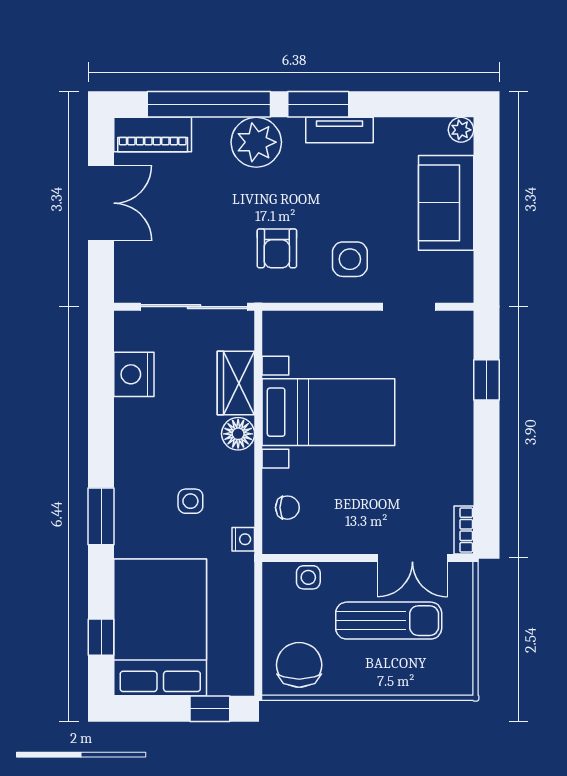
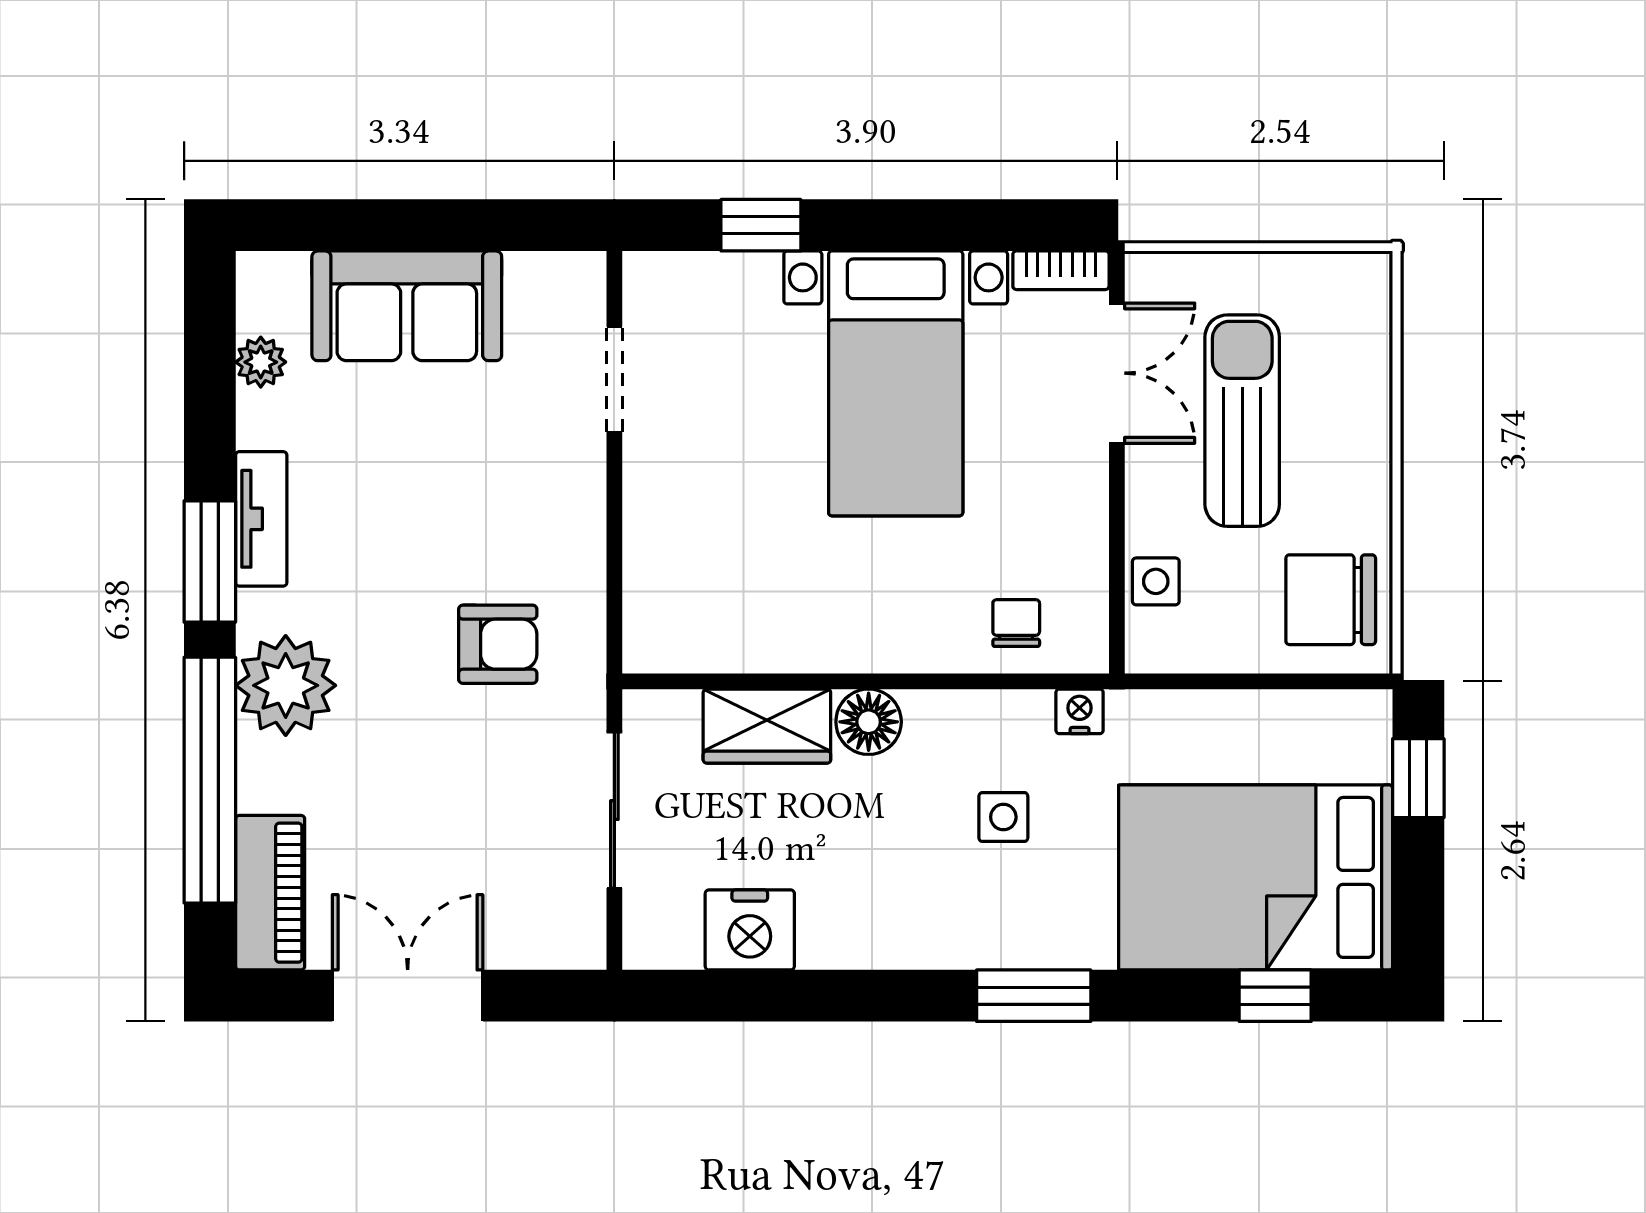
plant: (461, 130) -> (261, 362), moved
side table: (350, 259) -> (519, 498), removed
sliding door: (194, 307) -> (614, 810), width x0.73
bed with nightstands: (328, 412) -> (896, 383), moved, turned 180

